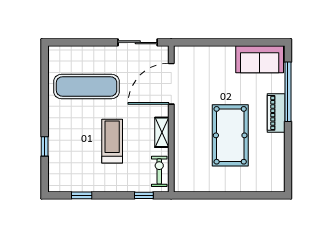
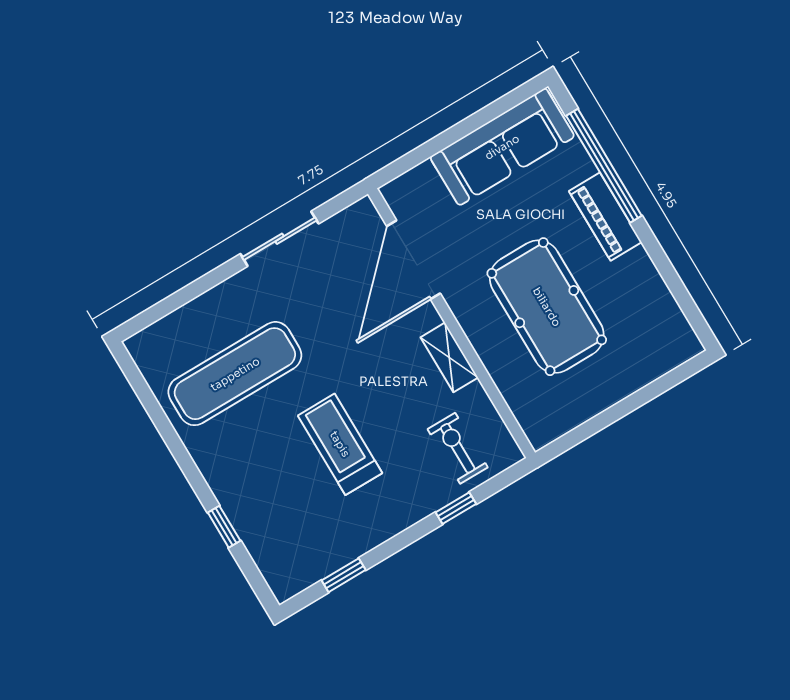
sofa: (260, 59) -> (502, 147), width x1.36
door: (171, 84) -> (414, 260), moved
wall: (171, 119) -> (452, 323), moved
shelving: (162, 132) -> (449, 357), moved

